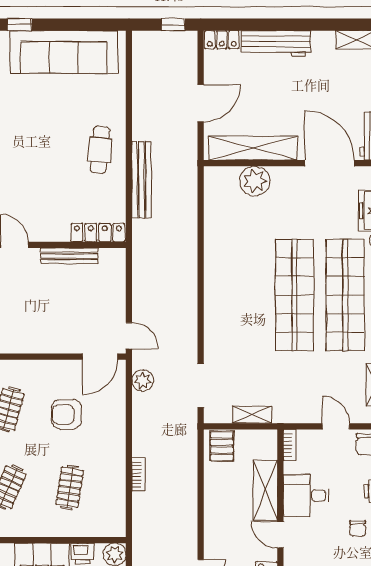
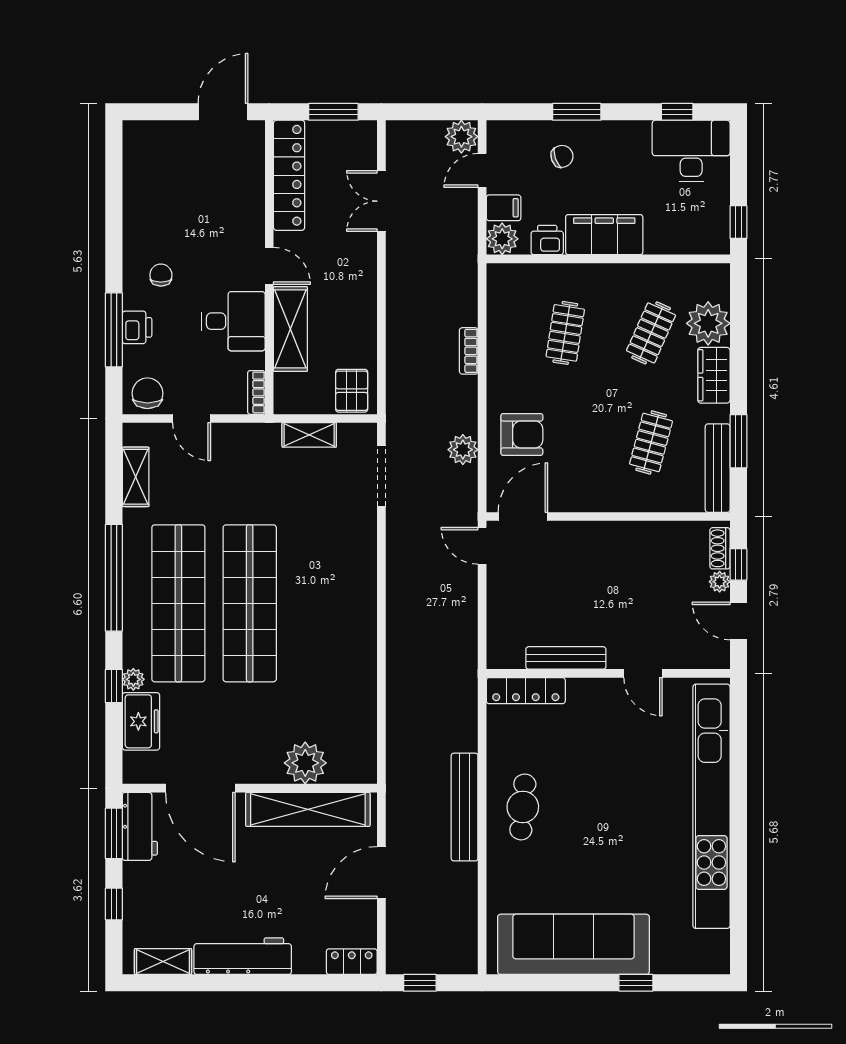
workbench: (276, 44) -> (243, 956), moved
bench: (141, 180) -> (465, 807), moved
plant: (143, 381) -> (463, 450), moved
armchair: (67, 414) -> (522, 434), moved

